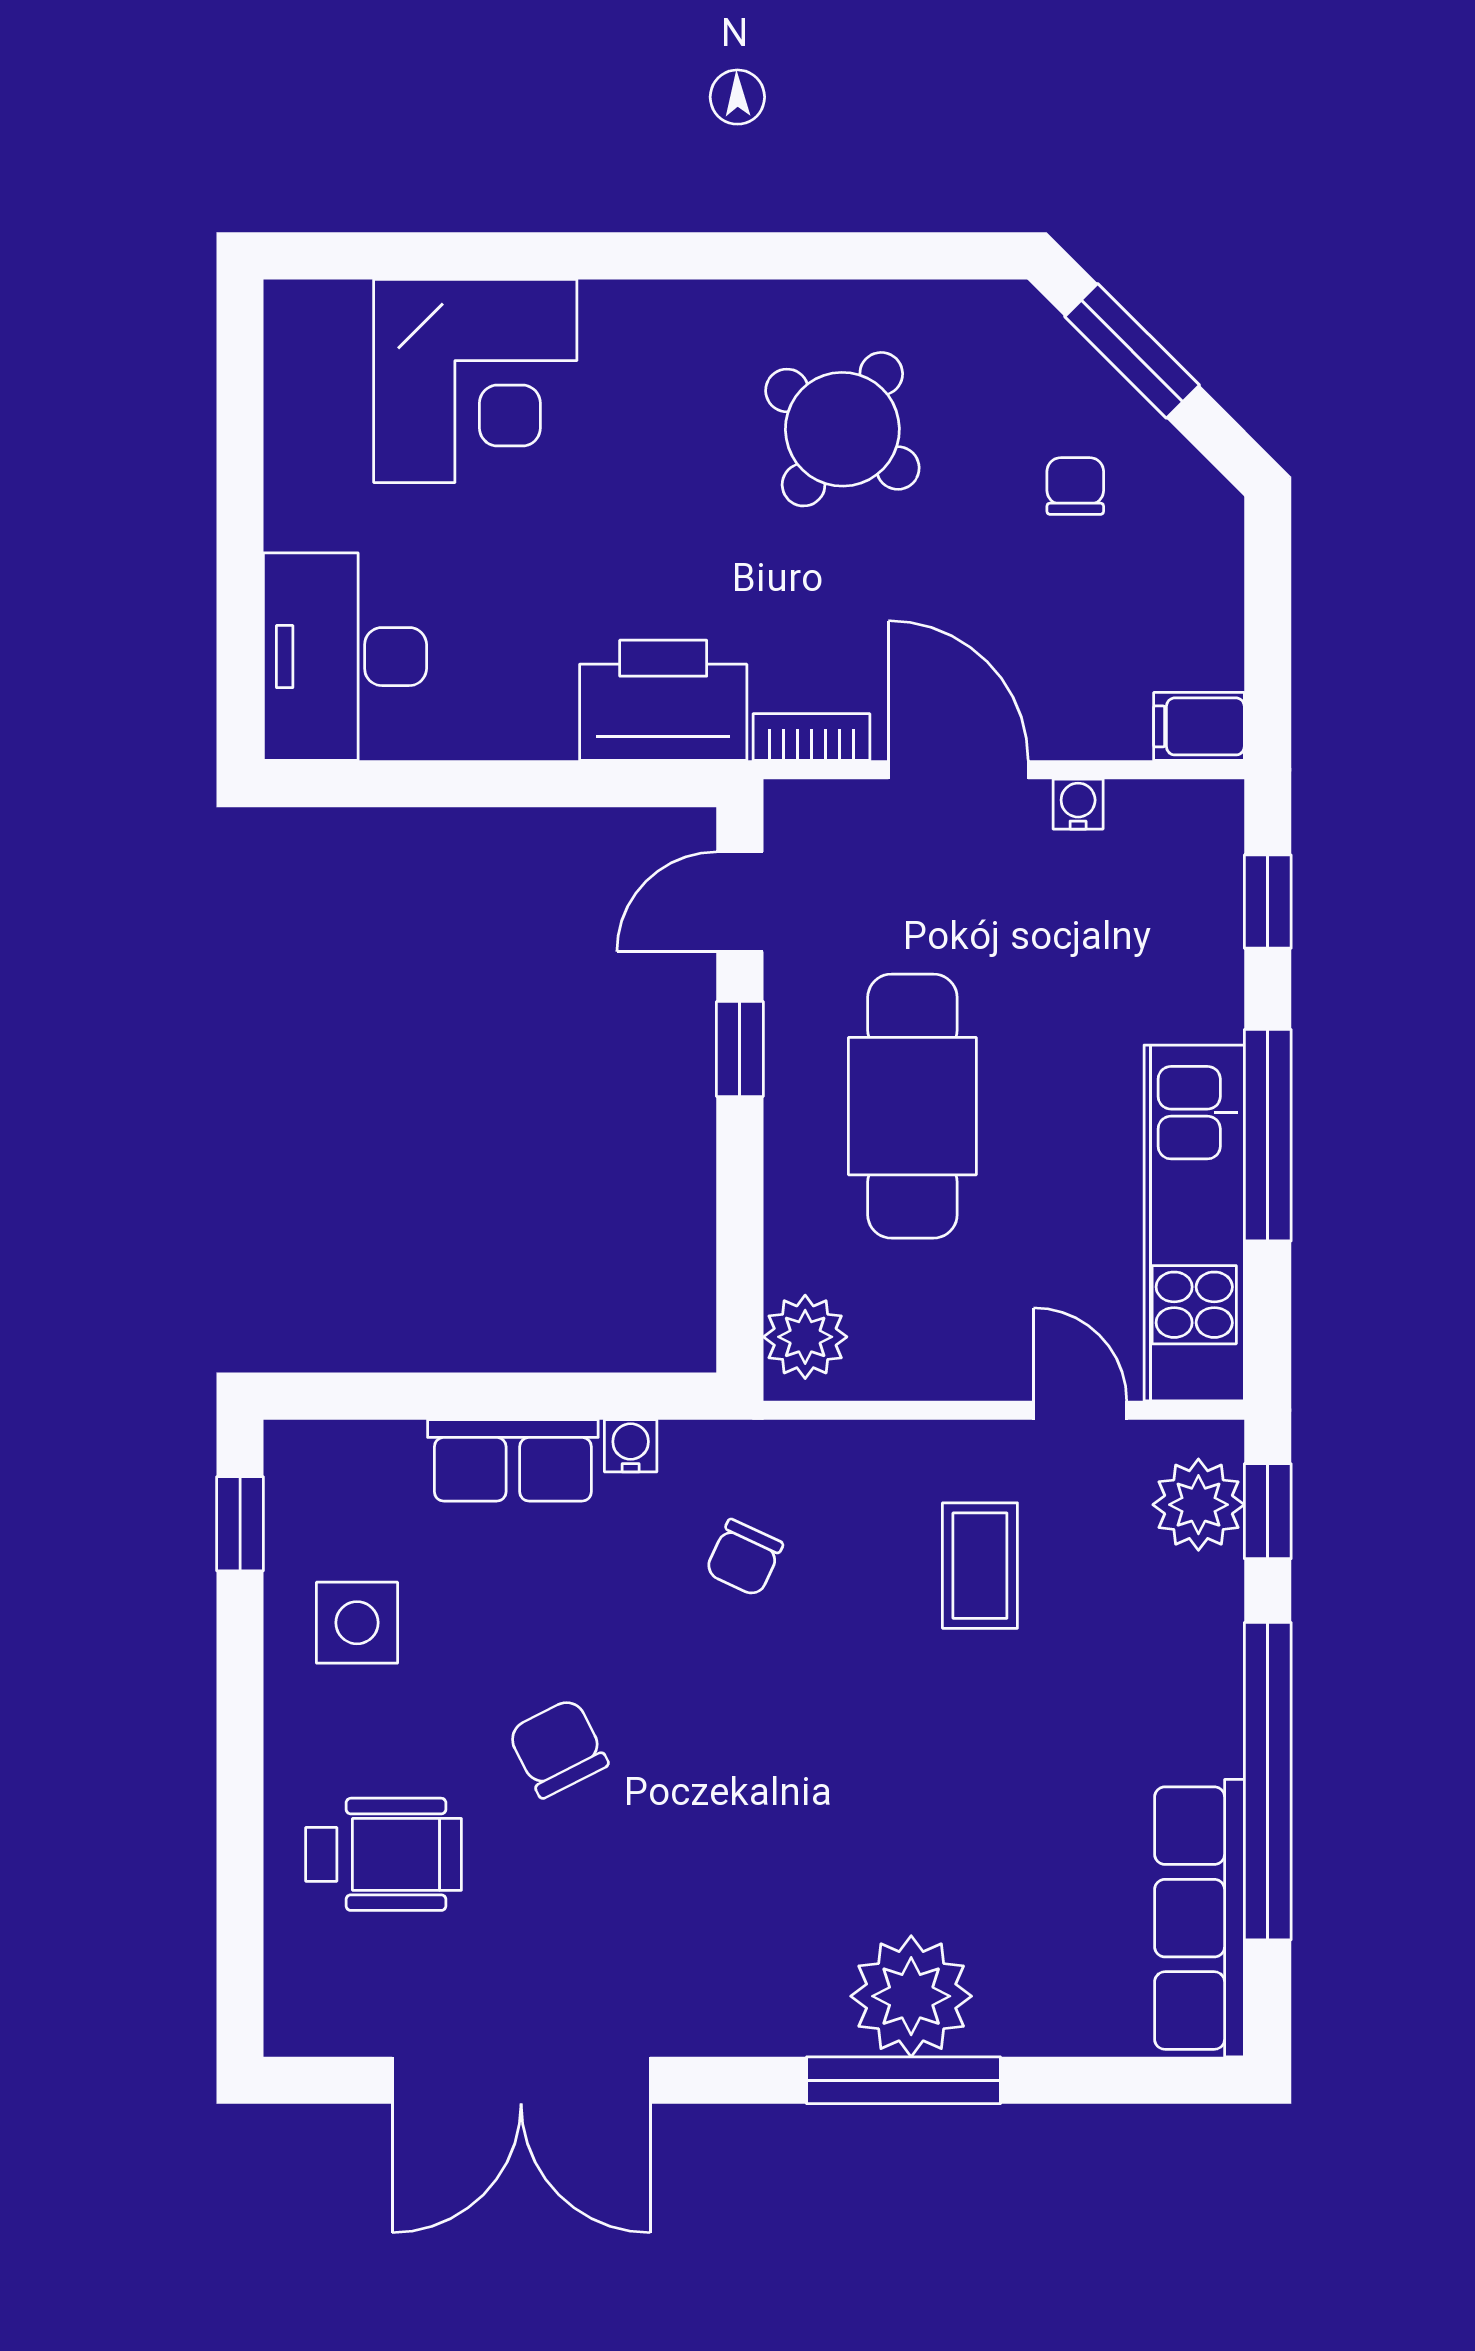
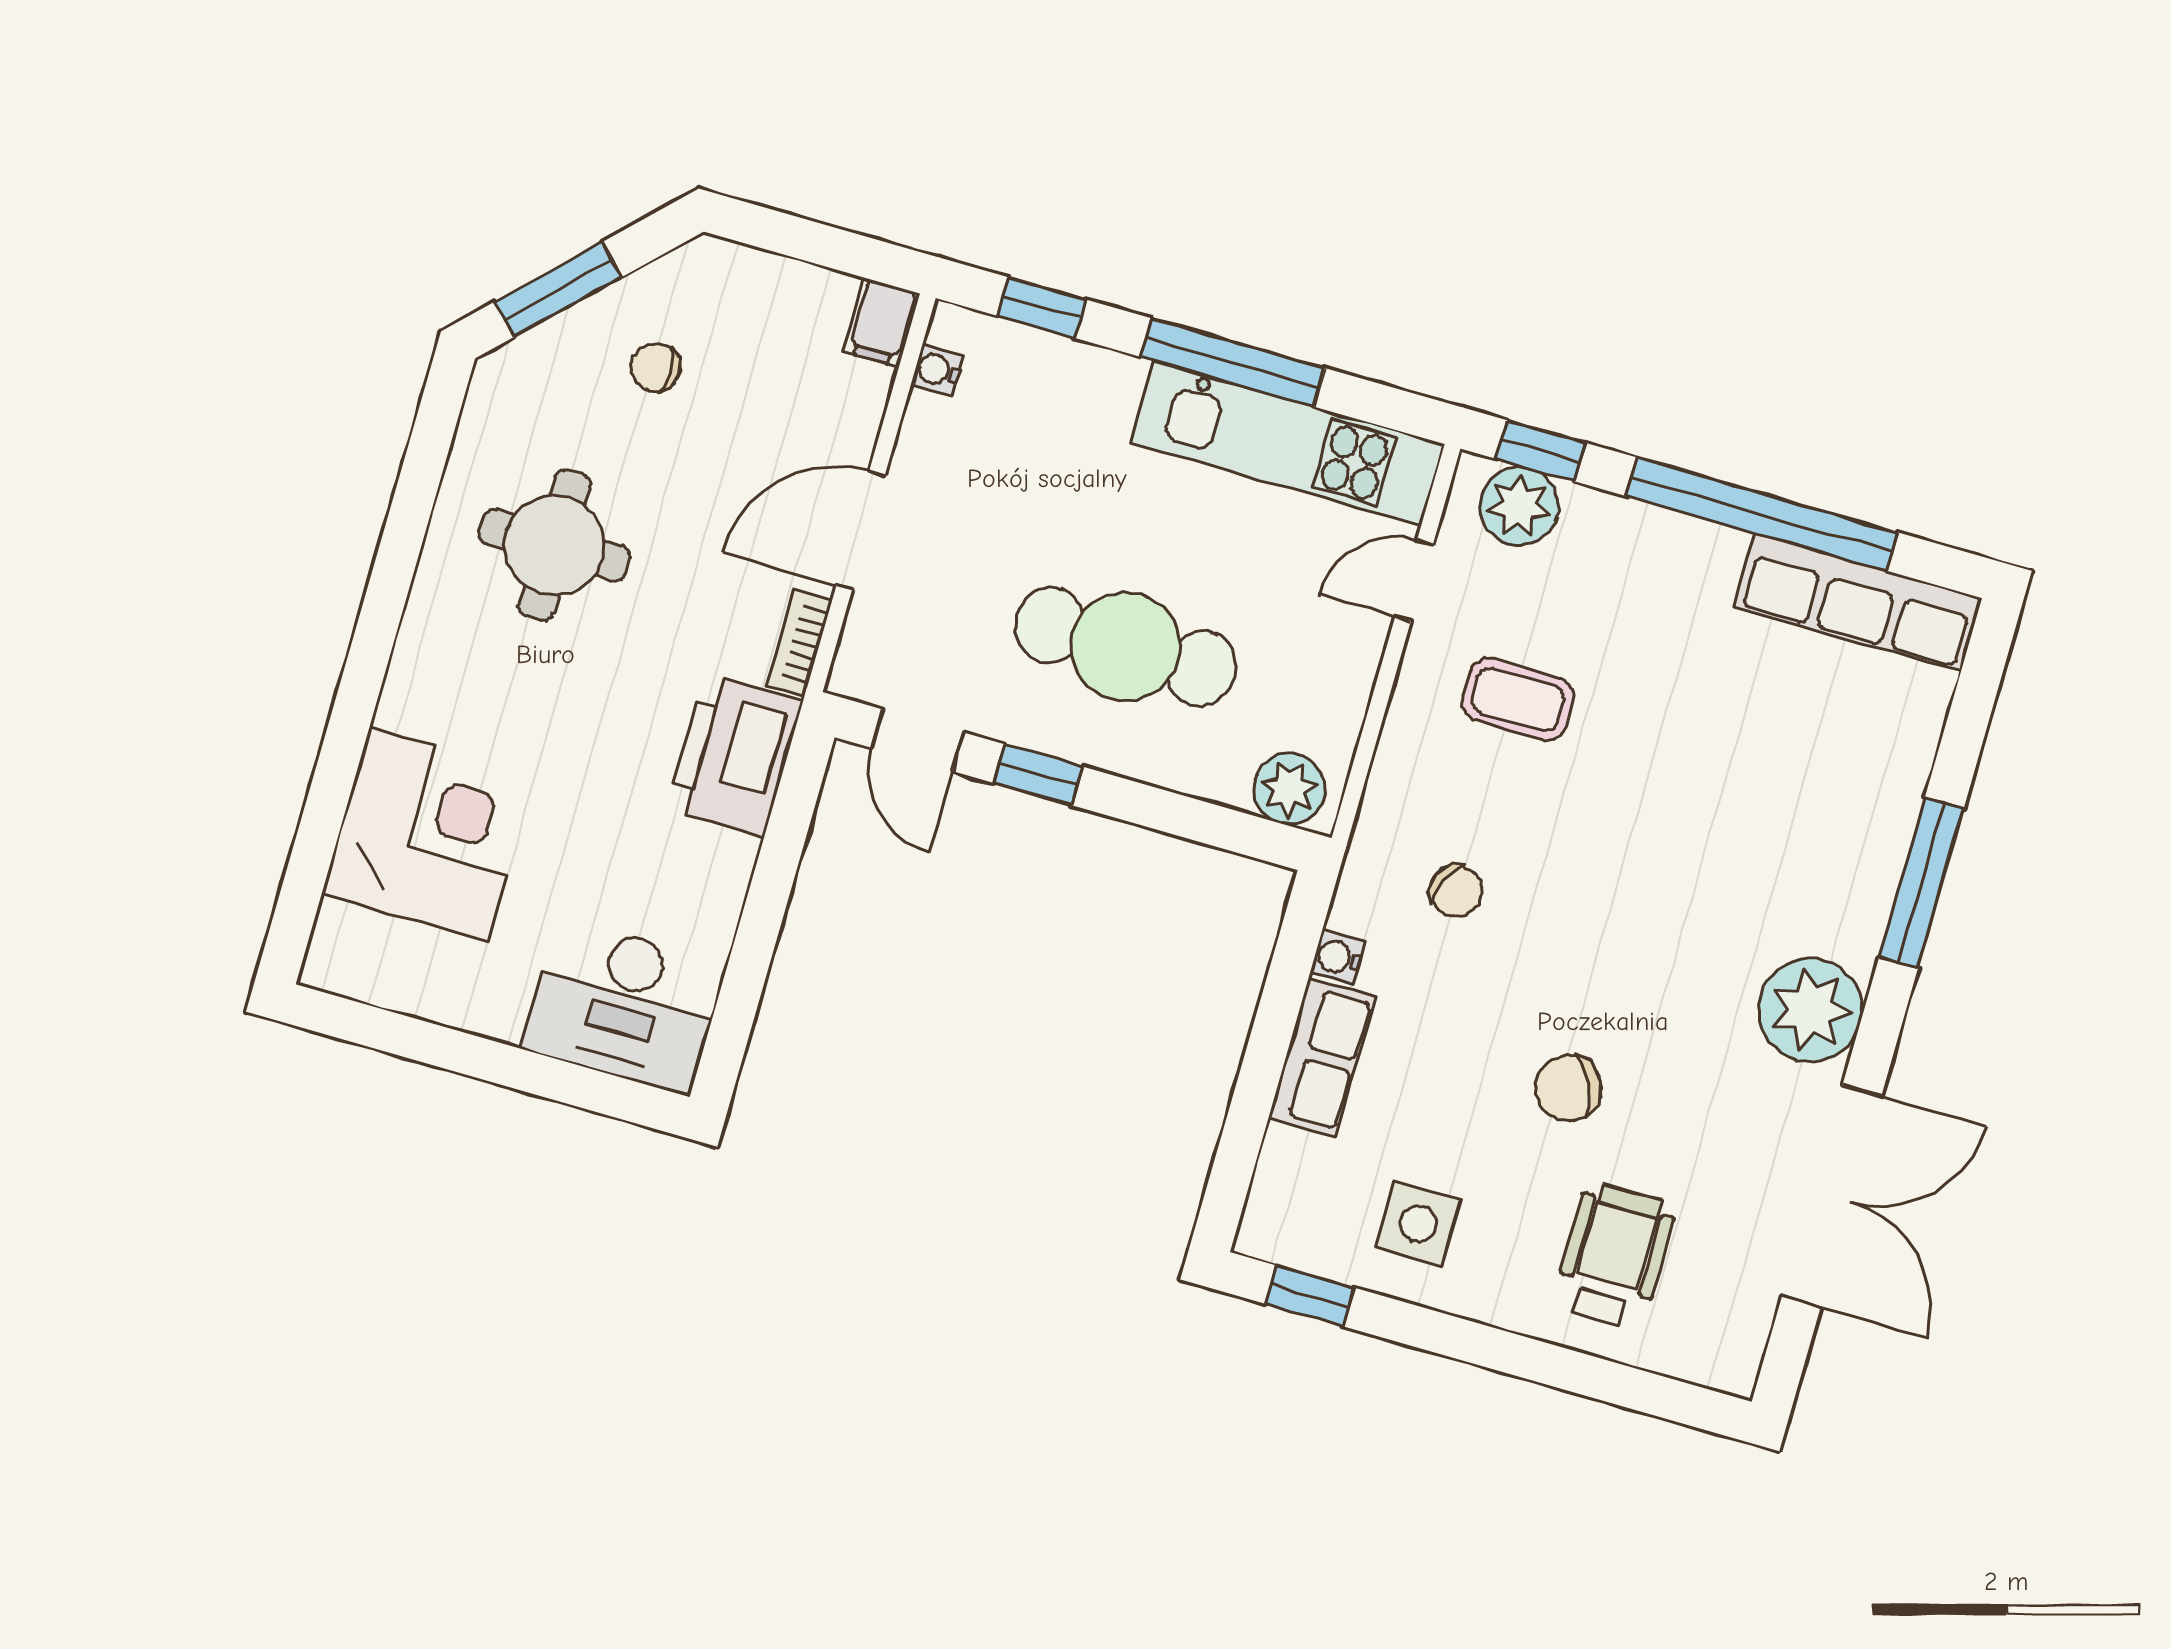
round table: (842, 429) -> (554, 545), turned -35
water cooler: (1078, 804) -> (937, 370), moved
plant: (911, 1996) -> (1810, 1010), moved

